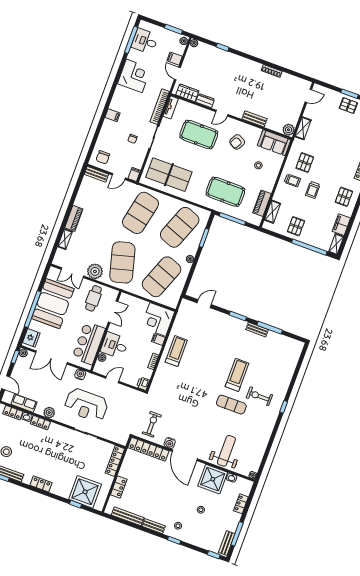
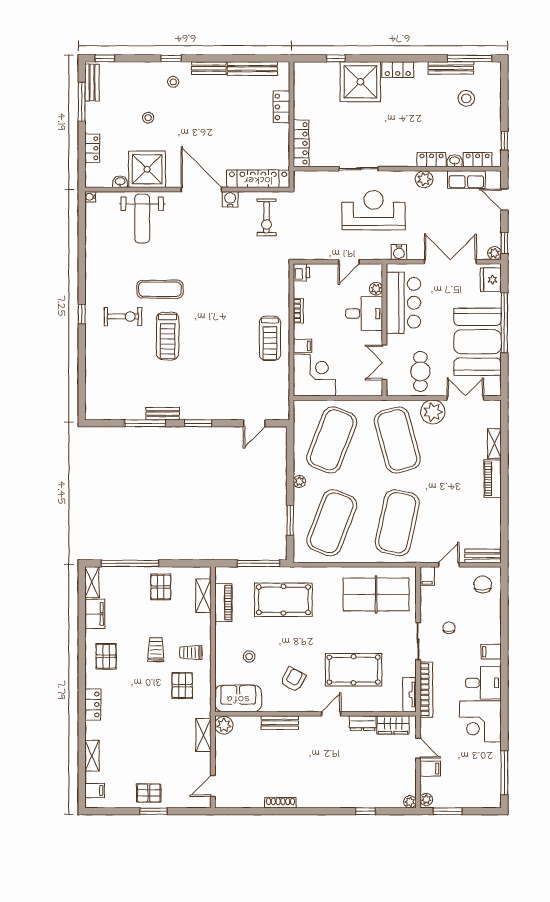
desk: (145, 41) -> (483, 683), moved
shower: (85, 492) -> (360, 82), moved

